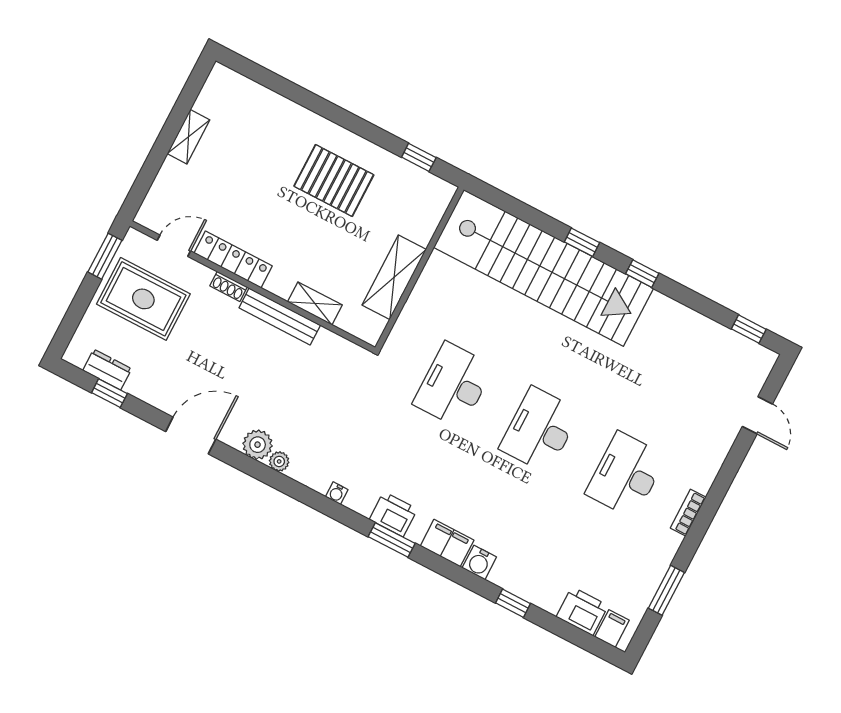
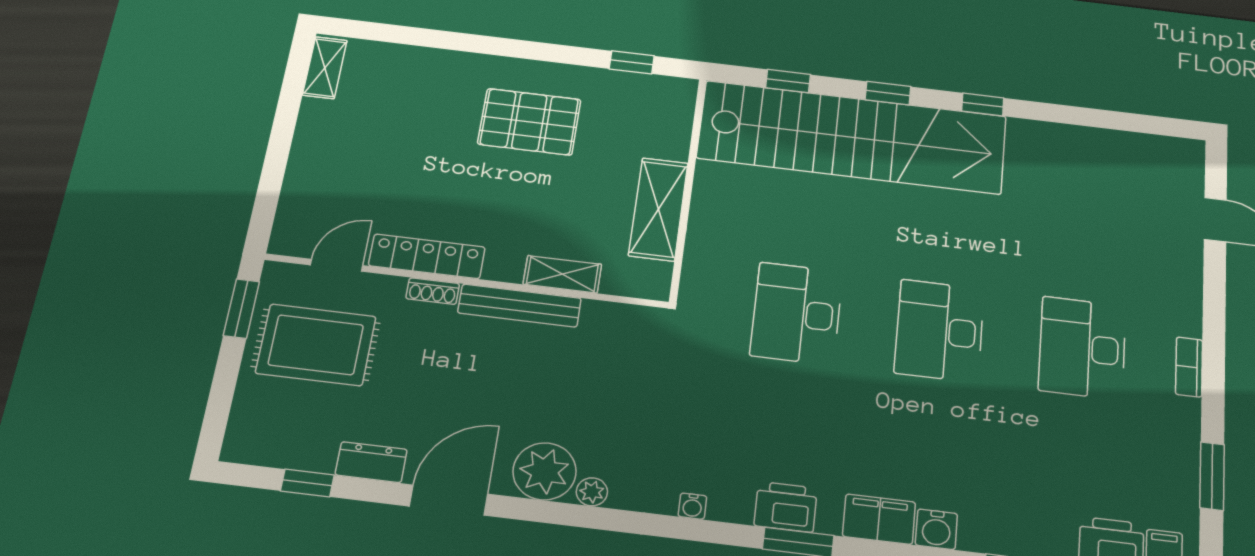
shelving: (188, 137) -> (325, 68), moved
window: (749, 329) -> (788, 81), moved
dresser: (107, 370) -> (371, 462), moved
plant: (258, 445) -> (545, 471), width x1.36, depth x1.36

